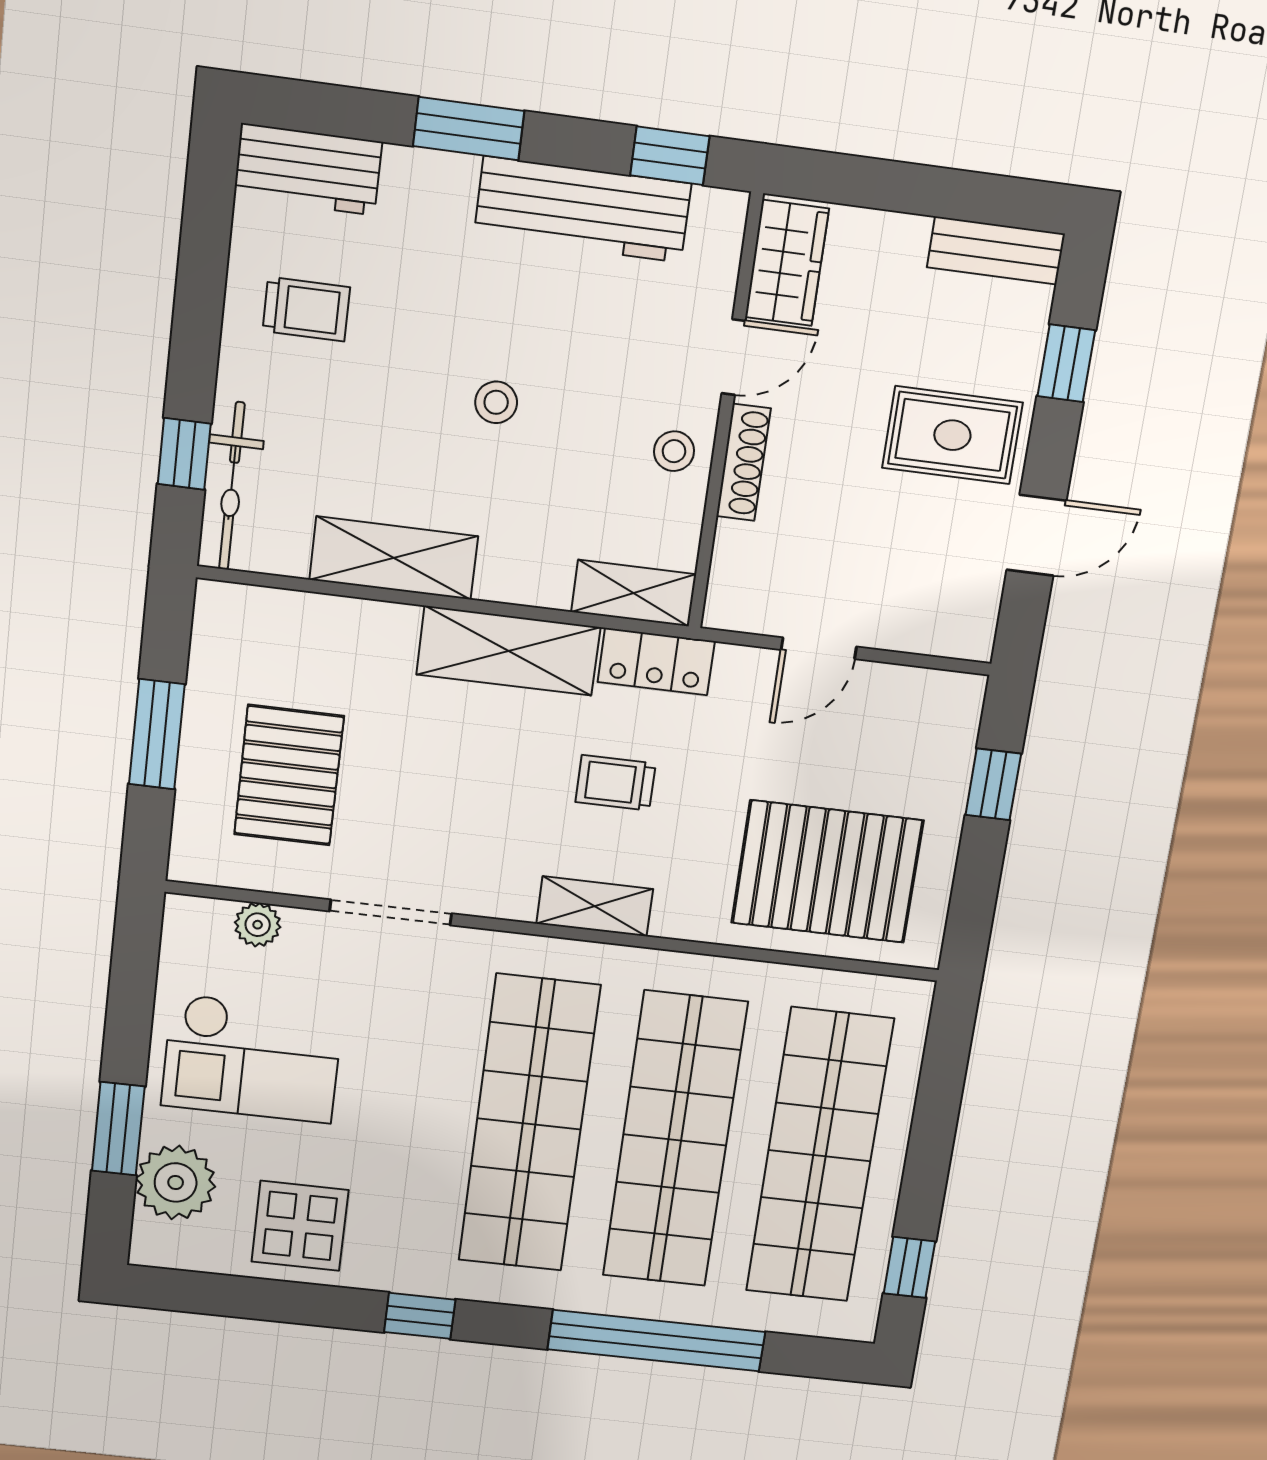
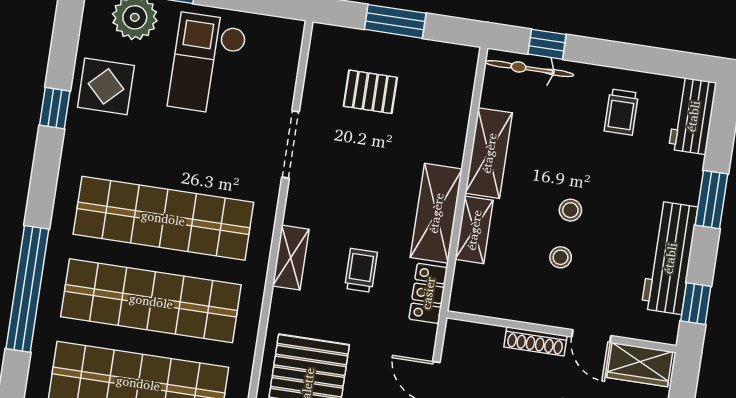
stool: (674, 451) -> (561, 257), moved
shelving: (634, 593) -> (474, 230), moved
pallet: (289, 775) -> (370, 92), width x0.67, depth x0.71
plant: (258, 925) -> (286, 71), removed
window: (420, 1316) -> (55, 108), moved

